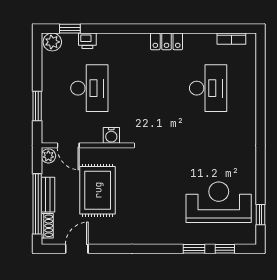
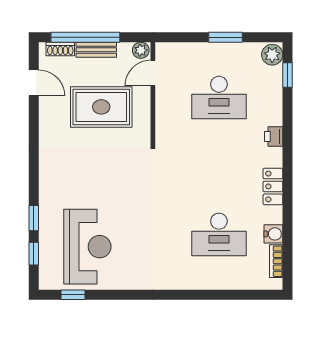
printer: (87, 41) -> (274, 137), moved
window: (37, 106) -> (226, 37), moved
water cooler: (111, 135) -> (273, 234), moved, turned 180

